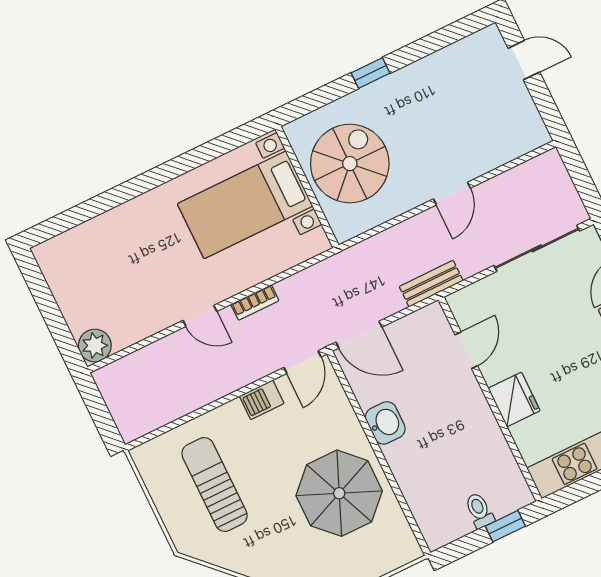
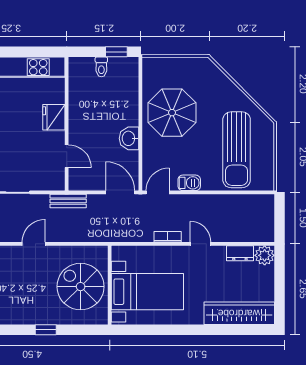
spiral stairs: (350, 164) -> (81, 287), turned 90
wardrobe: (91, 240) -> (239, 313), added
dresser: (133, 331) -> (240, 253), added
door: (466, 350) -> (67, 156), swing flipped
sun lounger: (214, 484) -> (237, 150), width x1.36, depth x1.34
window: (505, 526) -> (116, 52), moved

